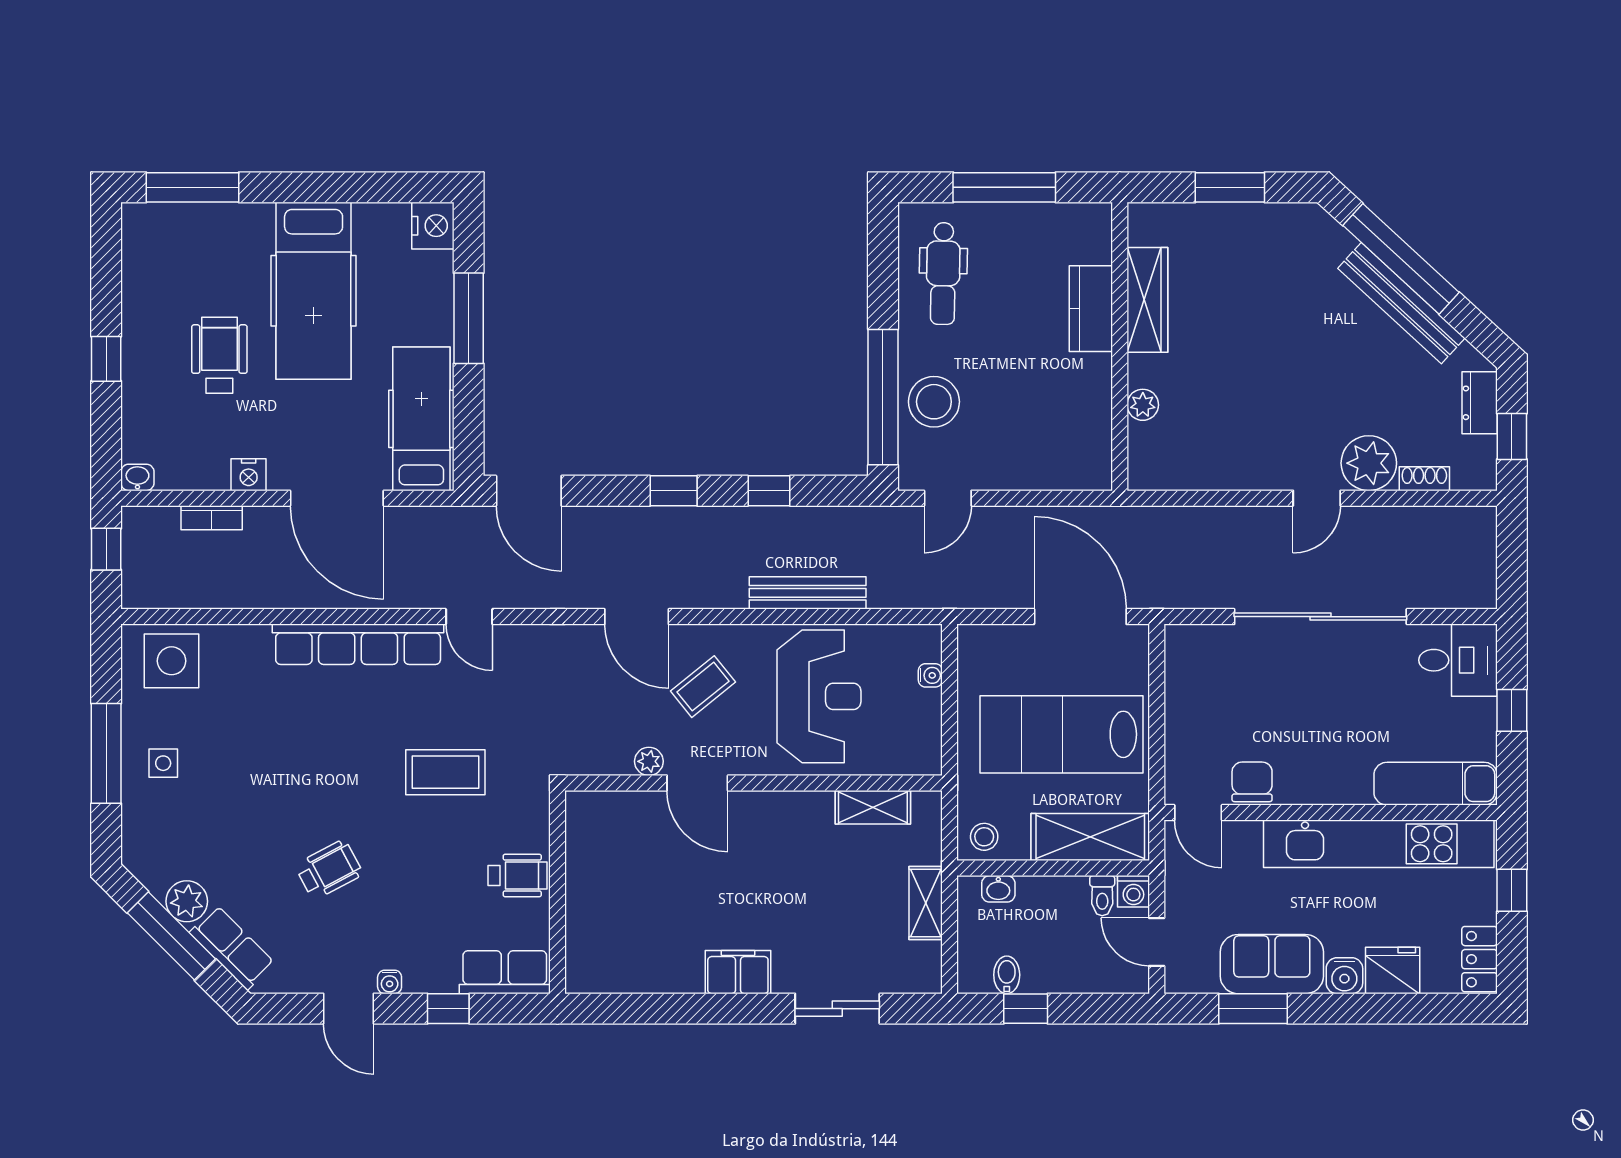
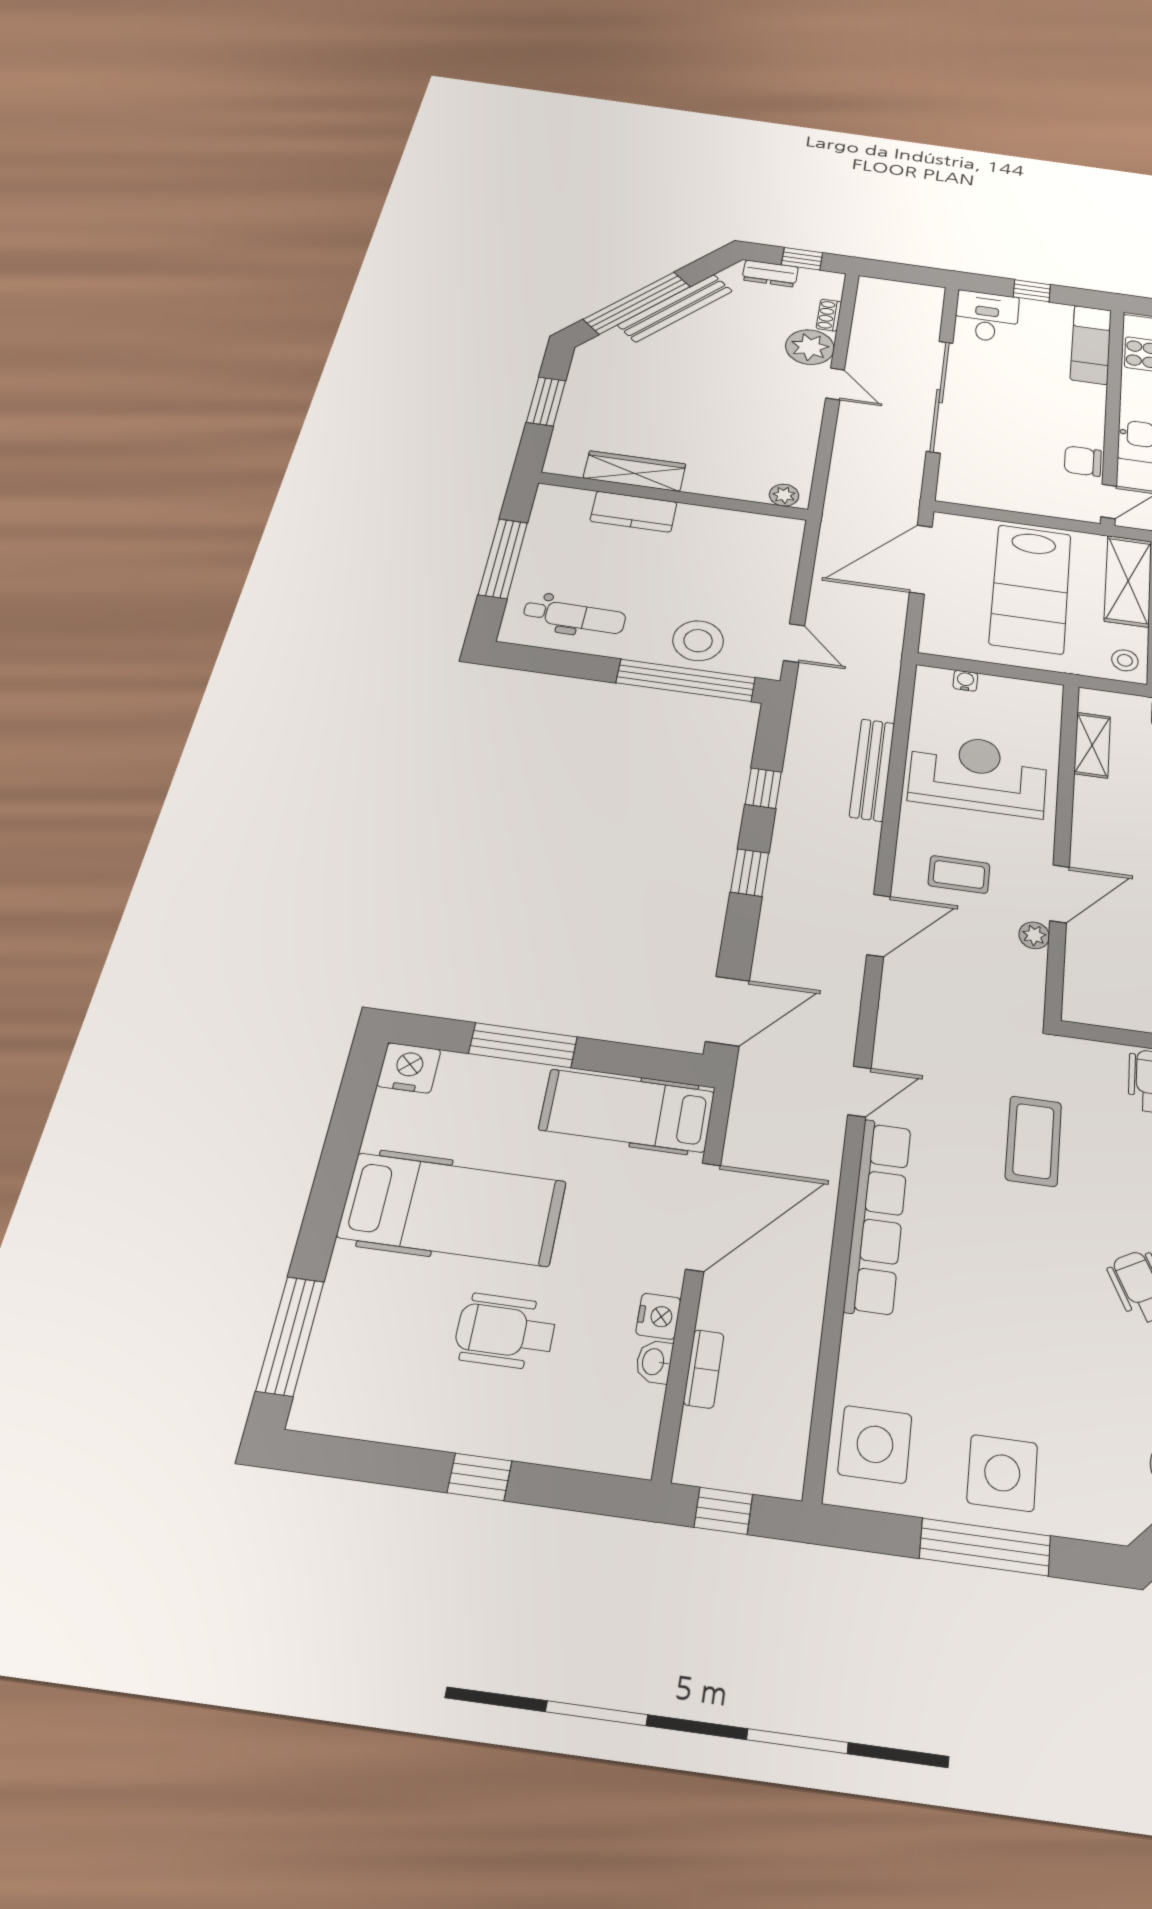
plant: (1143, 405) -> (784, 495), moved
washbasin: (137, 477) -> (654, 1362), moved
coffee table: (703, 687) -> (959, 874), turned -51
side table: (163, 763) -> (1002, 1473), width x1.87, depth x1.87

